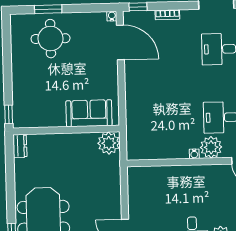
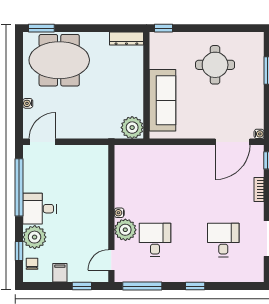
round table: (51, 39) -> (215, 65), moved
sofa: (89, 113) -> (163, 100), width x1.36
dresser: (20, 146) -> (126, 39), width x1.44

